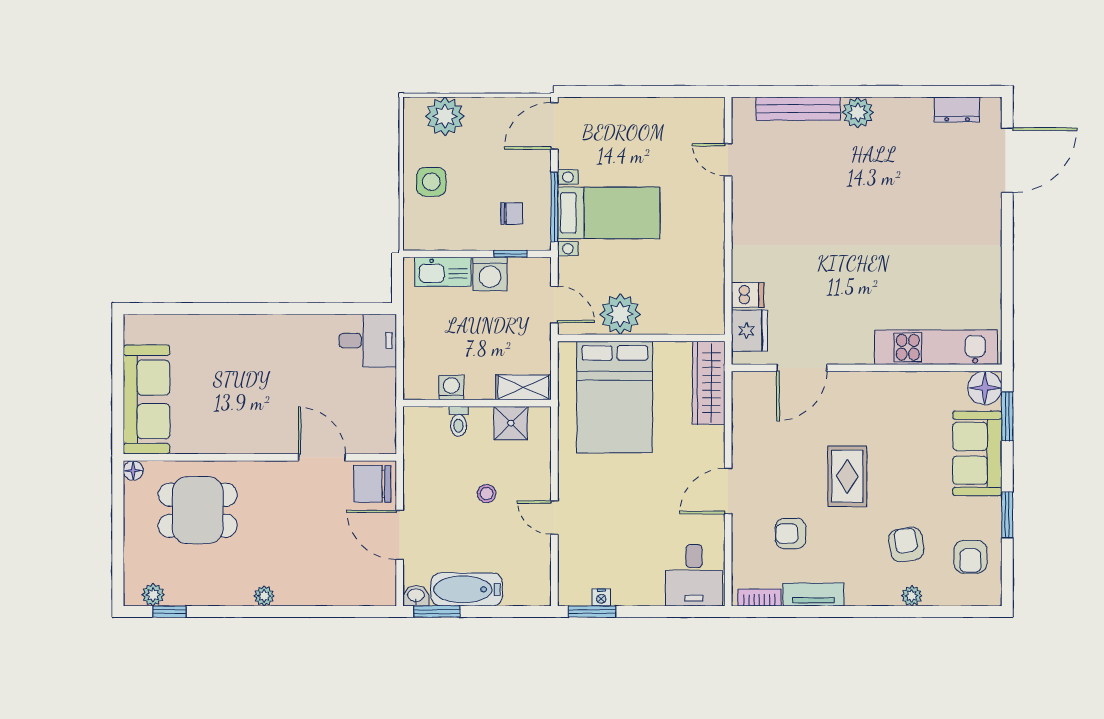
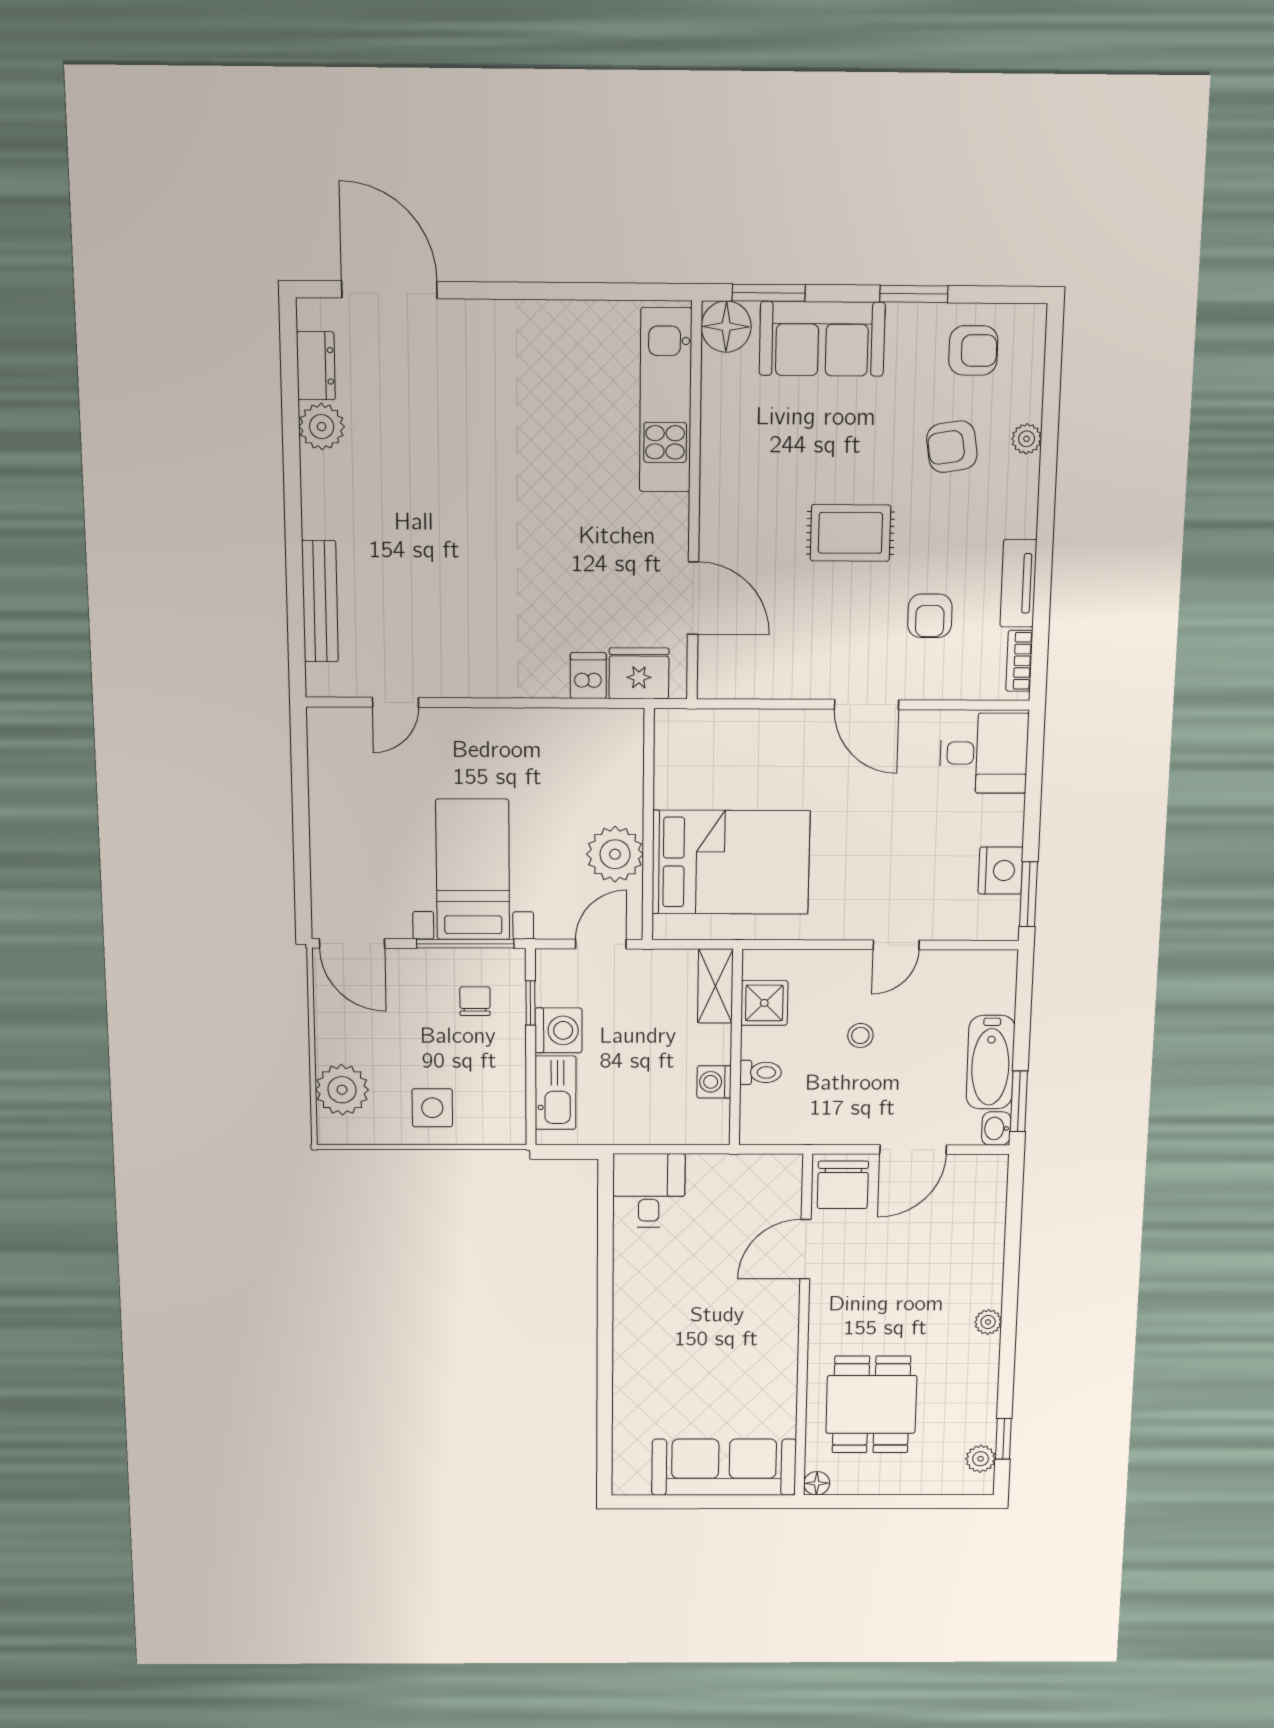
plant: (858, 112) -> (322, 427), moved
wardrobe: (709, 383) -> (713, 731), removed
nightstand: (601, 598) -> (1000, 871), width x1.89, depth x1.79

